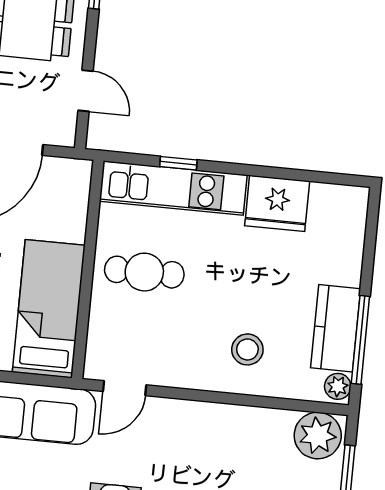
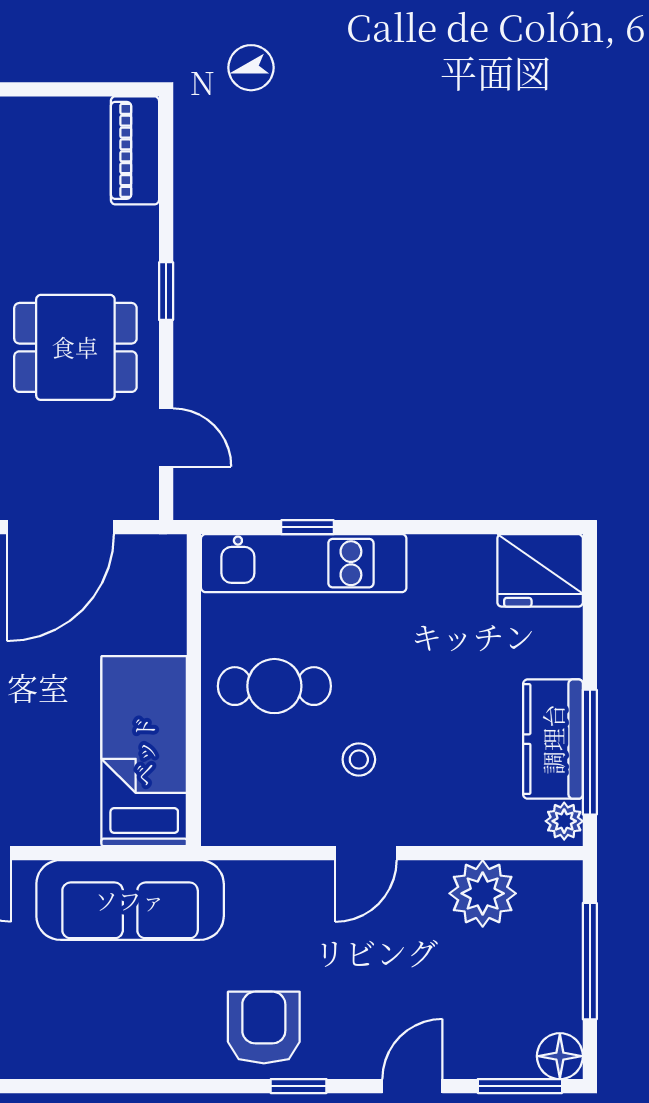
fridge: (277, 203) -> (540, 570), moved
stool: (247, 349) -> (359, 759), moved, width x0.73, depth x0.73
door: (125, 388) -> (366, 853), moved
plant: (318, 436) -> (483, 893), moved

